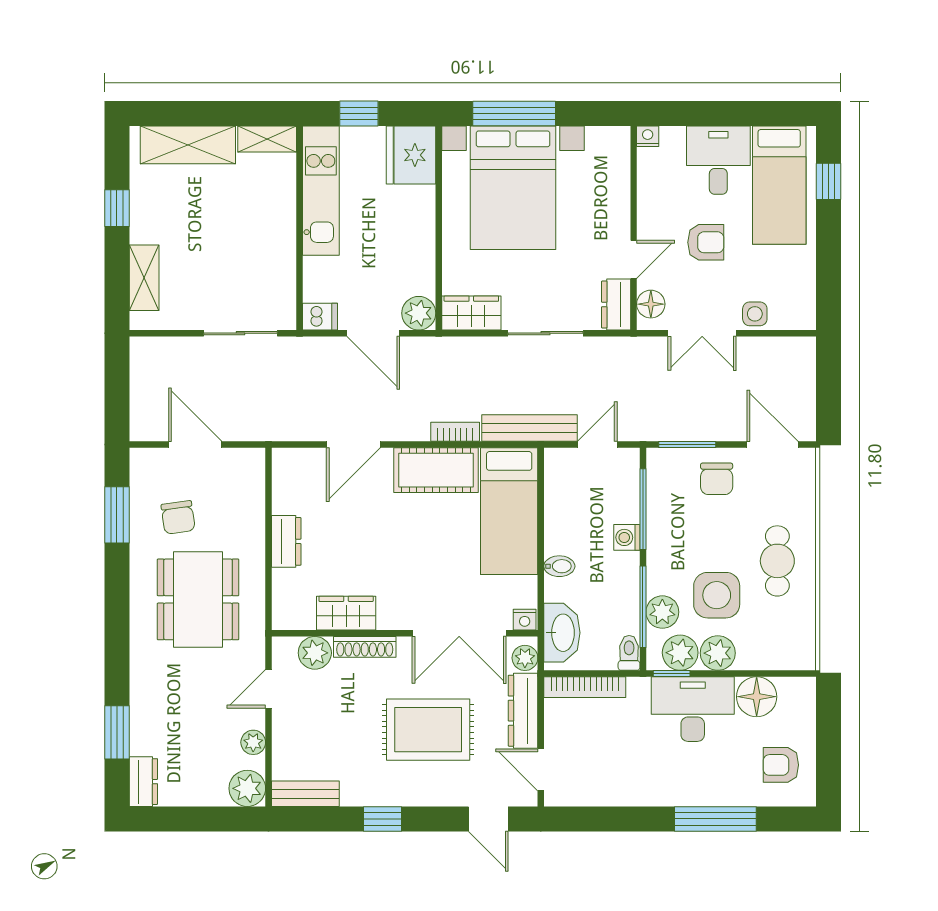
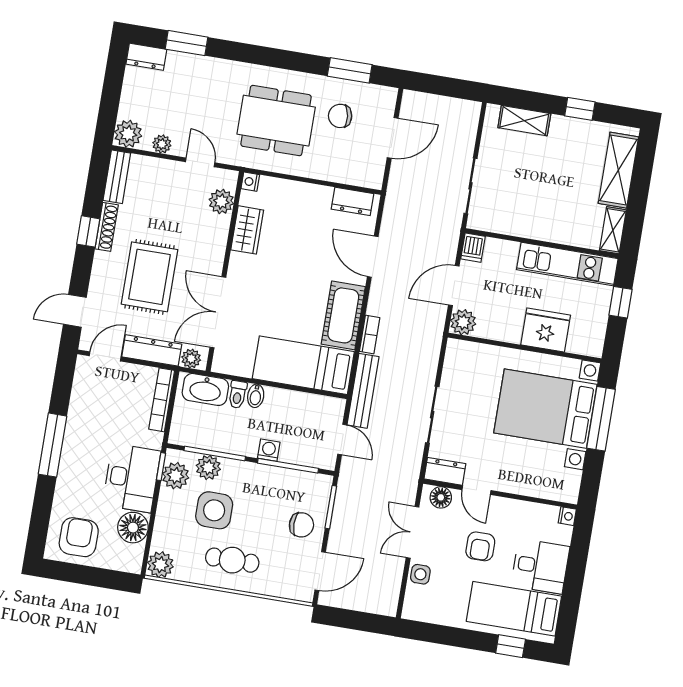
fridge: (411, 155) -> (546, 330), moved
wardrobe: (471, 313) -> (457, 362), removed
chair: (717, 479) -> (301, 525), turned 180
dresser: (286, 541) -> (352, 201), moved
nightstand: (525, 620) -> (250, 182), moved
shoe rack: (365, 647) -> (107, 227), moved, turned 180
toilet: (629, 653) -> (238, 394), moved, turned 90
plant: (718, 653) -> (160, 565), moved
armchair: (781, 765) -> (79, 537), width x1.38, depth x1.38
window: (715, 819) -> (52, 445), moved

